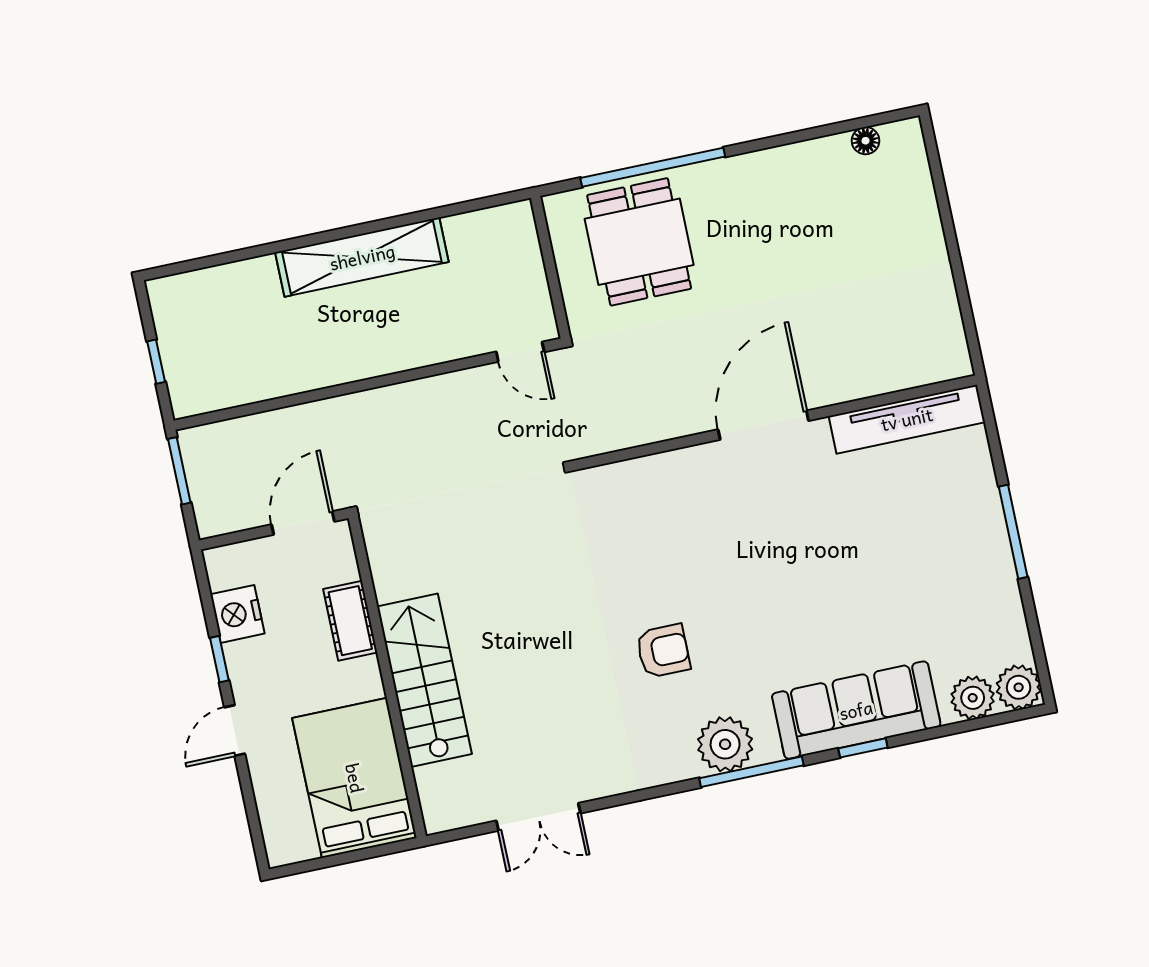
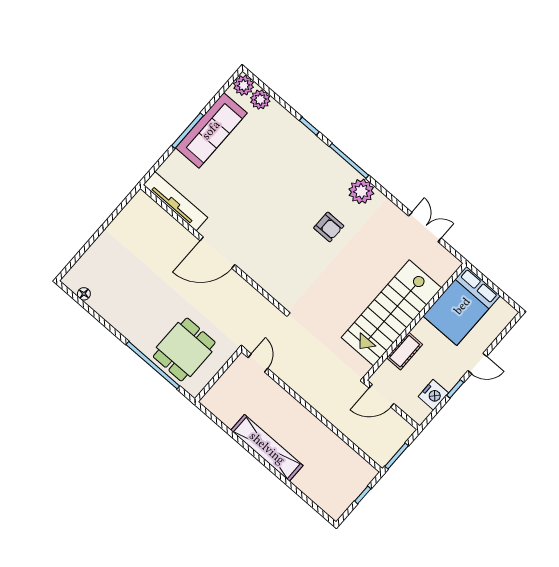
armchair: (663, 651) -> (329, 227), turned 180
stairs: (424, 680) -> (391, 313), width x1.36, depth x1.51
sofa: (856, 710) -> (211, 130), moved, turned -90
plant: (725, 744) -> (361, 191), moved

